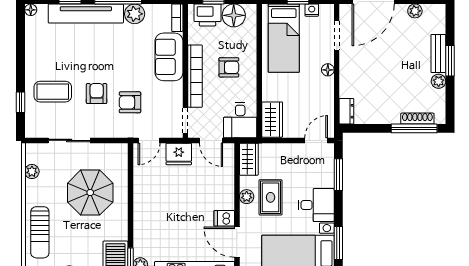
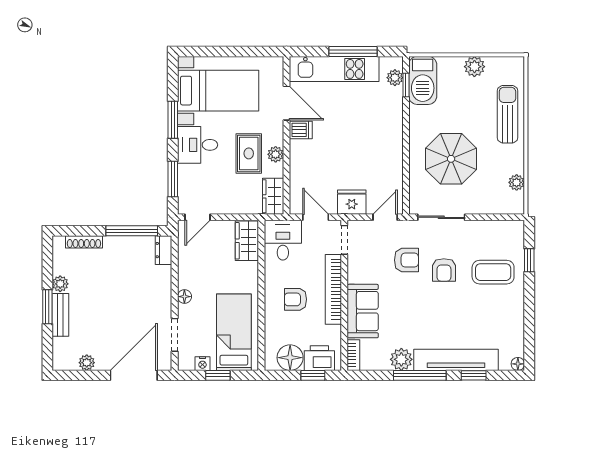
window: (414, 128) -> (132, 231), moved
sliding door: (69, 140) -> (441, 217), moved
window: (338, 243) -> (173, 120), moved

